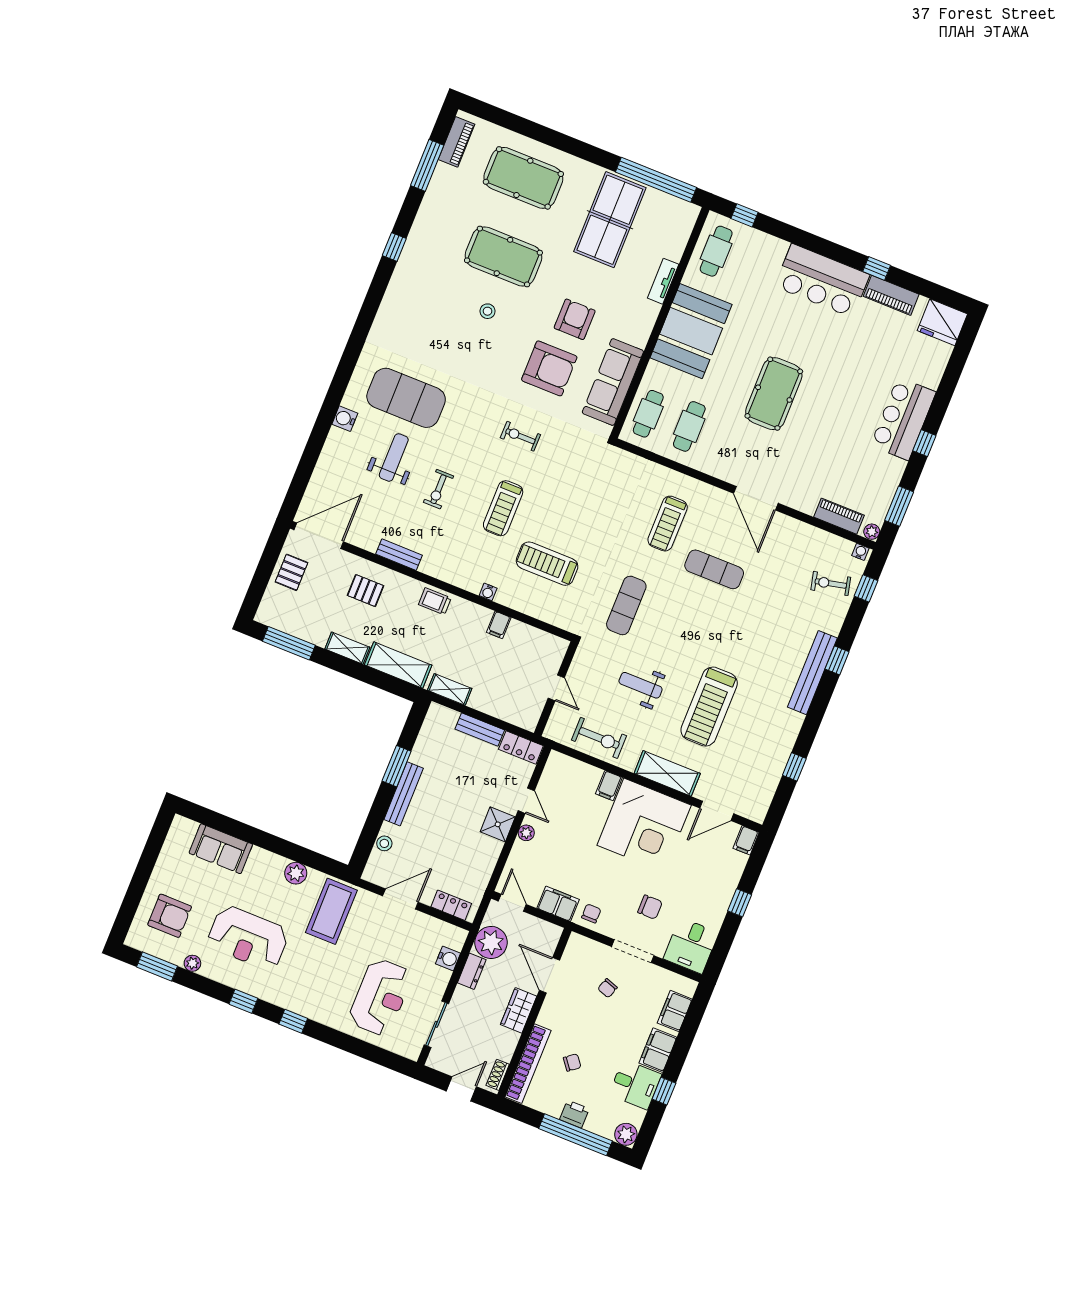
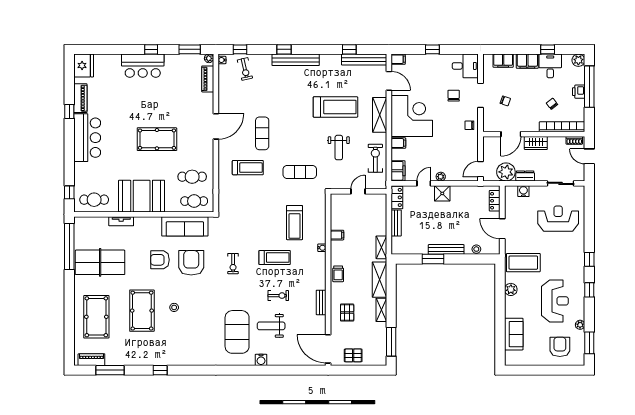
bench: (768, 784) -> (364, 60), added
filing cabinet: (558, 904) -> (398, 171), moved, turned 180

